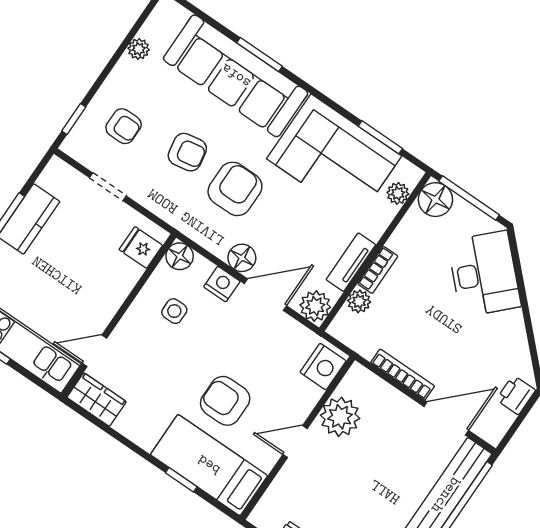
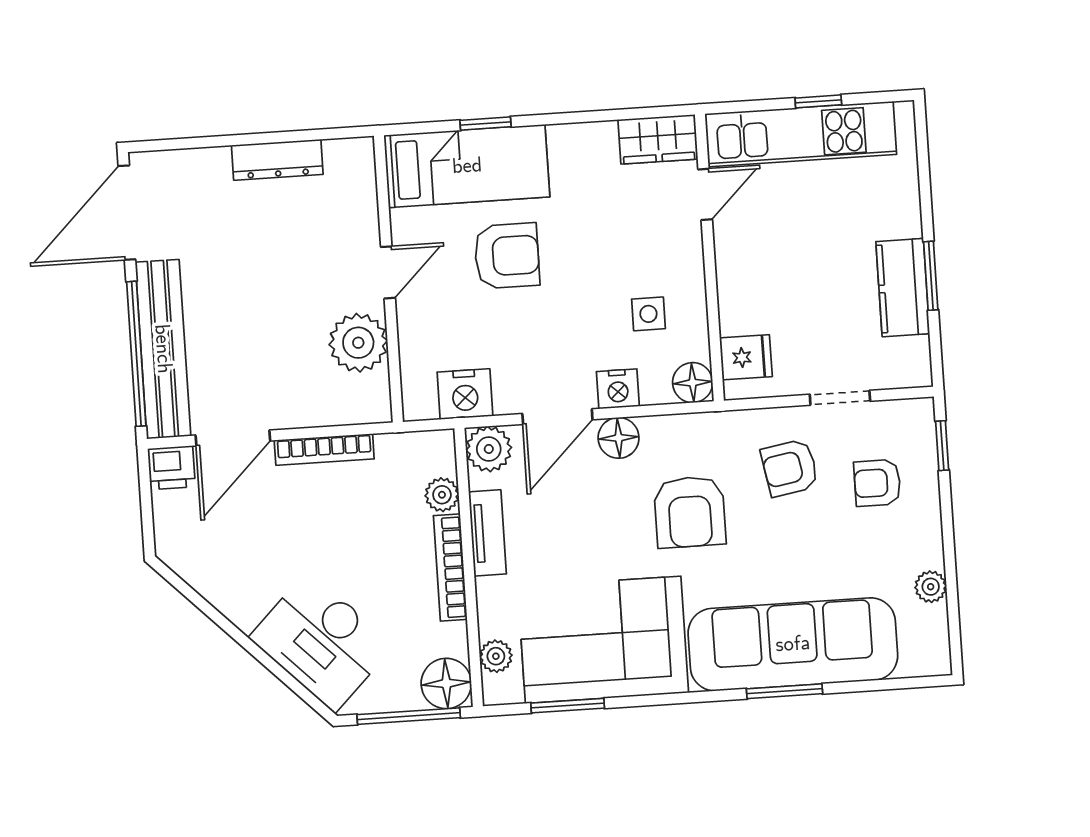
armchair: (187, 152) -> (790, 468), moved
bookcase: (378, 270) -> (450, 568), width x1.56
nightstand: (323, 367) -> (465, 394), moved, turned -90
printer: (516, 395) -> (171, 468), moved, turned 90

